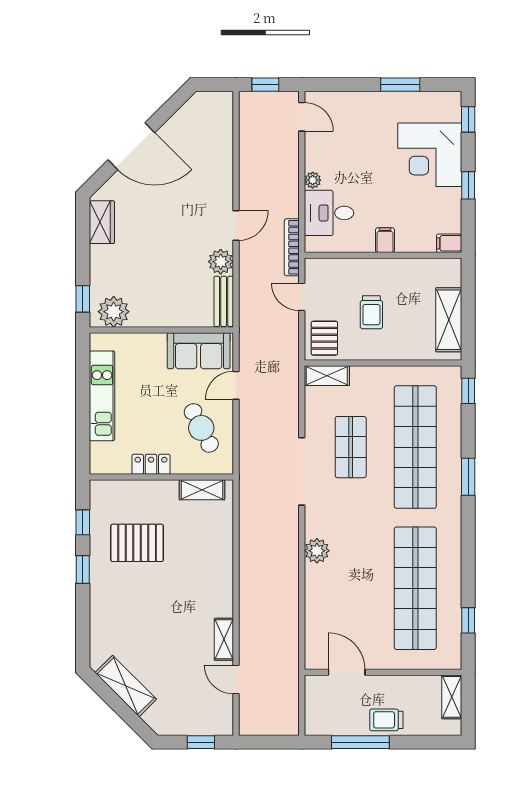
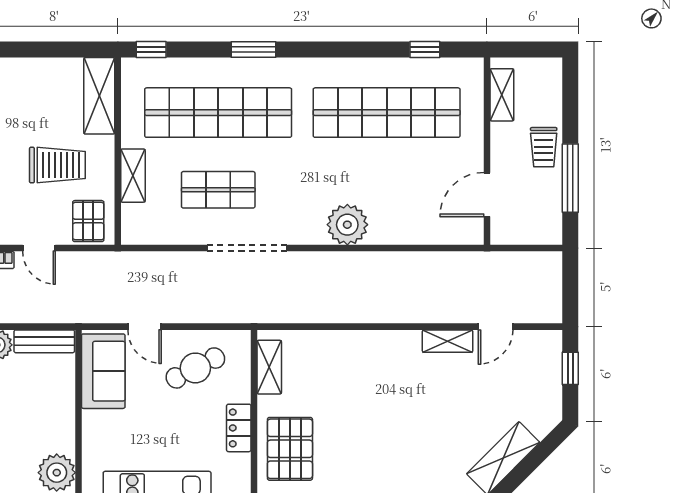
door: (302, 297) -> (39, 248), hinge flipped
trolley: (371, 312) -> (57, 165), width x1.36, depth x1.39
shelving: (449, 320) -> (99, 96), moved, turned 90
pallet: (324, 338) -> (88, 221), turned 90
shelving: (327, 376) -> (133, 176), moved
pallet: (137, 543) -> (290, 449), moved
plant: (317, 551) -> (347, 225), width x1.36, depth x1.36
shelving: (452, 697) -> (502, 95), moved, turned 90

